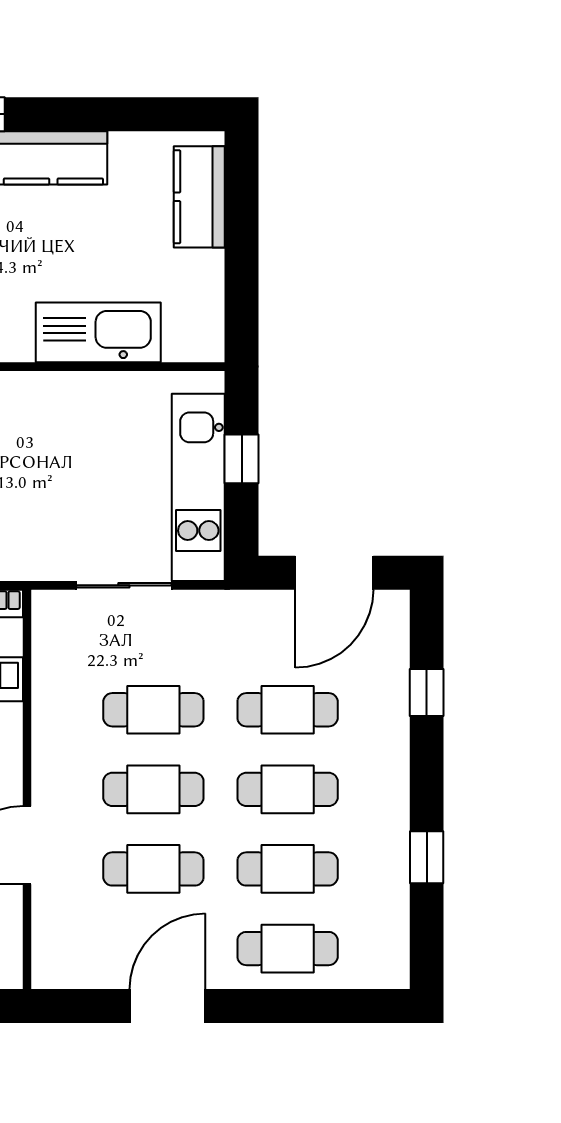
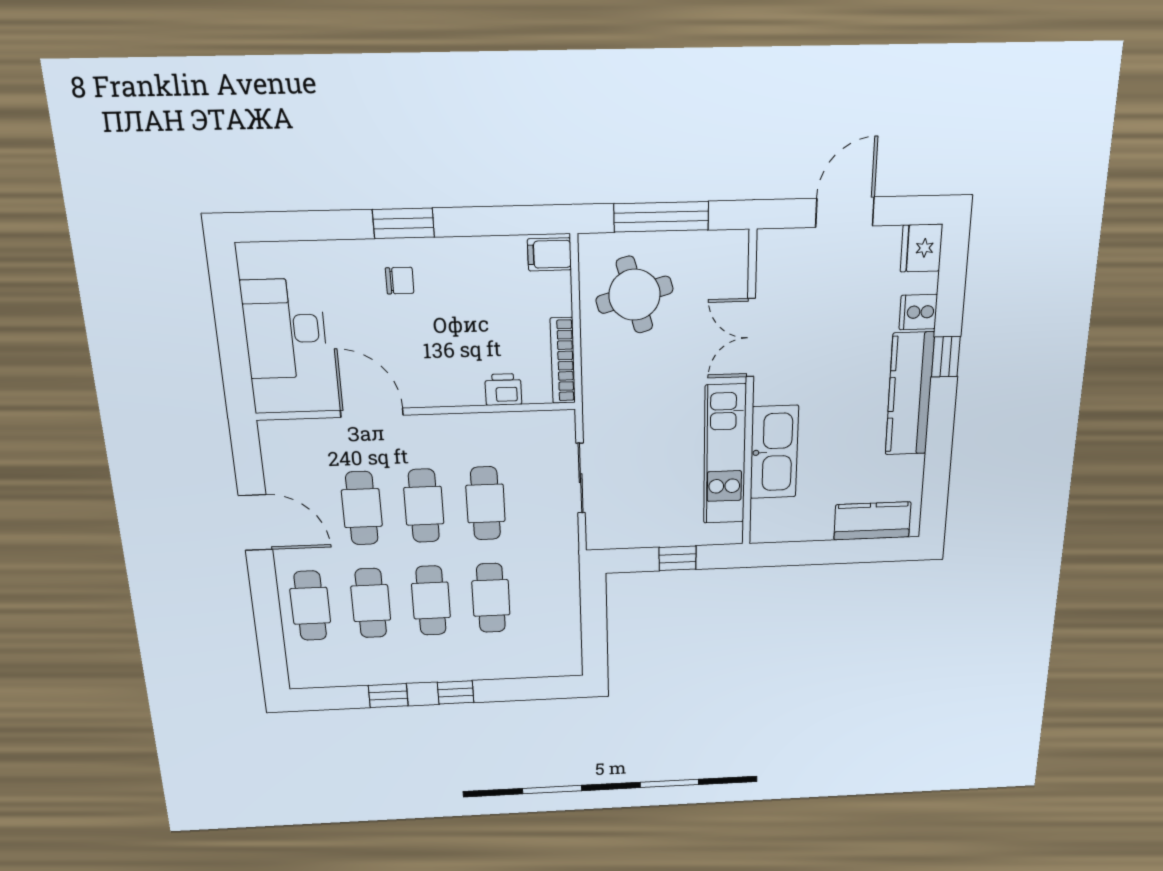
kitchen unit: (198, 487) -> (725, 455), moved, turned -90
door: (334, 573) -> (594, 625), removed
window: (427, 692) -> (456, 692), moved

